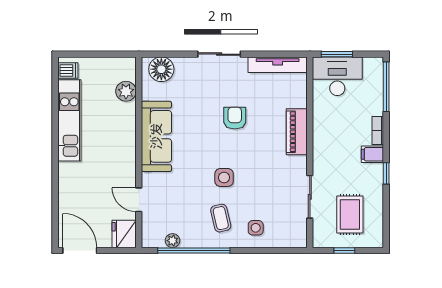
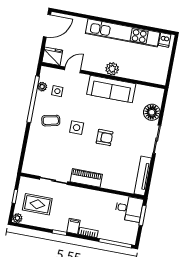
floor lamp: (161, 69) -> (152, 112), moved
desk: (337, 76) -> (129, 209), width x0.73
plant: (126, 91) -> (112, 69), moved
armchair: (235, 118) -> (105, 137), moved
kitchen unit: (69, 120) -> (123, 33), width x1.36
piano: (297, 132) -> (86, 178), moved
side table: (256, 228) -> (57, 91), moved
plant: (376, 240) -> (17, 218), added

